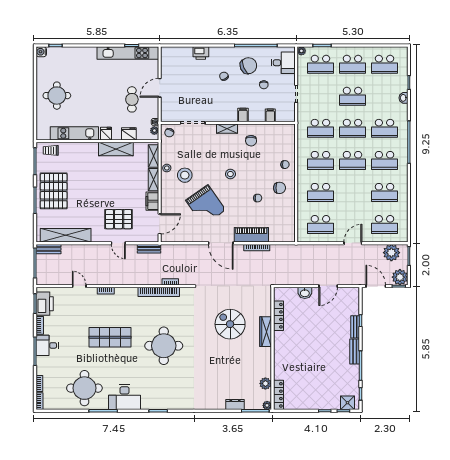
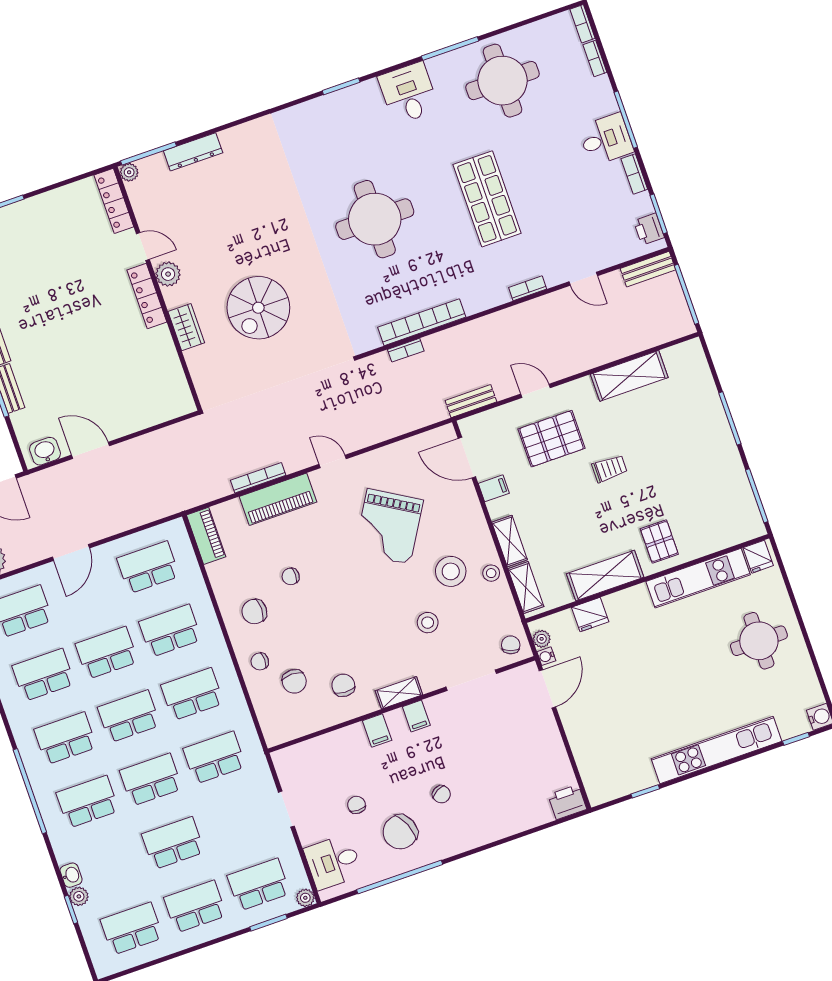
kitchen unit: (128, 53) -> (716, 750), moved
printer: (201, 53) -> (567, 802), moved
plant: (403, 87) -> (79, 896), added
door: (160, 88) -> (547, 689), moved
cafe table: (132, 99) -> (608, 685), removed
filing cabinet: (270, 115) -> (416, 716), moved
fridge: (106, 134) -> (758, 557), moved
trolley: (51, 150) -> (609, 469), moved
chair: (273, 150) -> (294, 681), added
stool: (230, 174) -> (428, 623), moved
pallet: (54, 191) -> (659, 541), moved, width x0.49, depth x0.50
school desk: (352, 192) -> (107, 653), added
filing cabinet: (152, 201) -> (494, 488), width x0.50
grand piano: (206, 205) -> (389, 526), turned -114
door: (160, 224) -> (467, 458), hinge flipped
piano: (289, 230) -> (206, 536), added
shelving: (66, 235) -> (629, 376), width x0.68
door: (221, 243) -> (333, 461), width x0.53
bench: (49, 249) -> (648, 269), moved
door: (328, 286) -> (90, 450), hinge flipped
washbasin: (305, 293) -> (45, 451), moved
printer: (45, 304) -> (649, 229), width x0.53, depth x0.68
locker: (278, 316) -> (147, 296), moved
spiral stairs: (230, 324) -> (258, 308), turned 90
wardrobe: (266, 332) -> (186, 327), width x0.67
shop shelf: (110, 337) -> (487, 199), turned 90
door: (272, 370) -> (143, 246), added
plant: (265, 383) -> (168, 274), moved
desk: (124, 397) -> (408, 93), width x0.73
dresser: (235, 405) -> (193, 152), width x1.44

